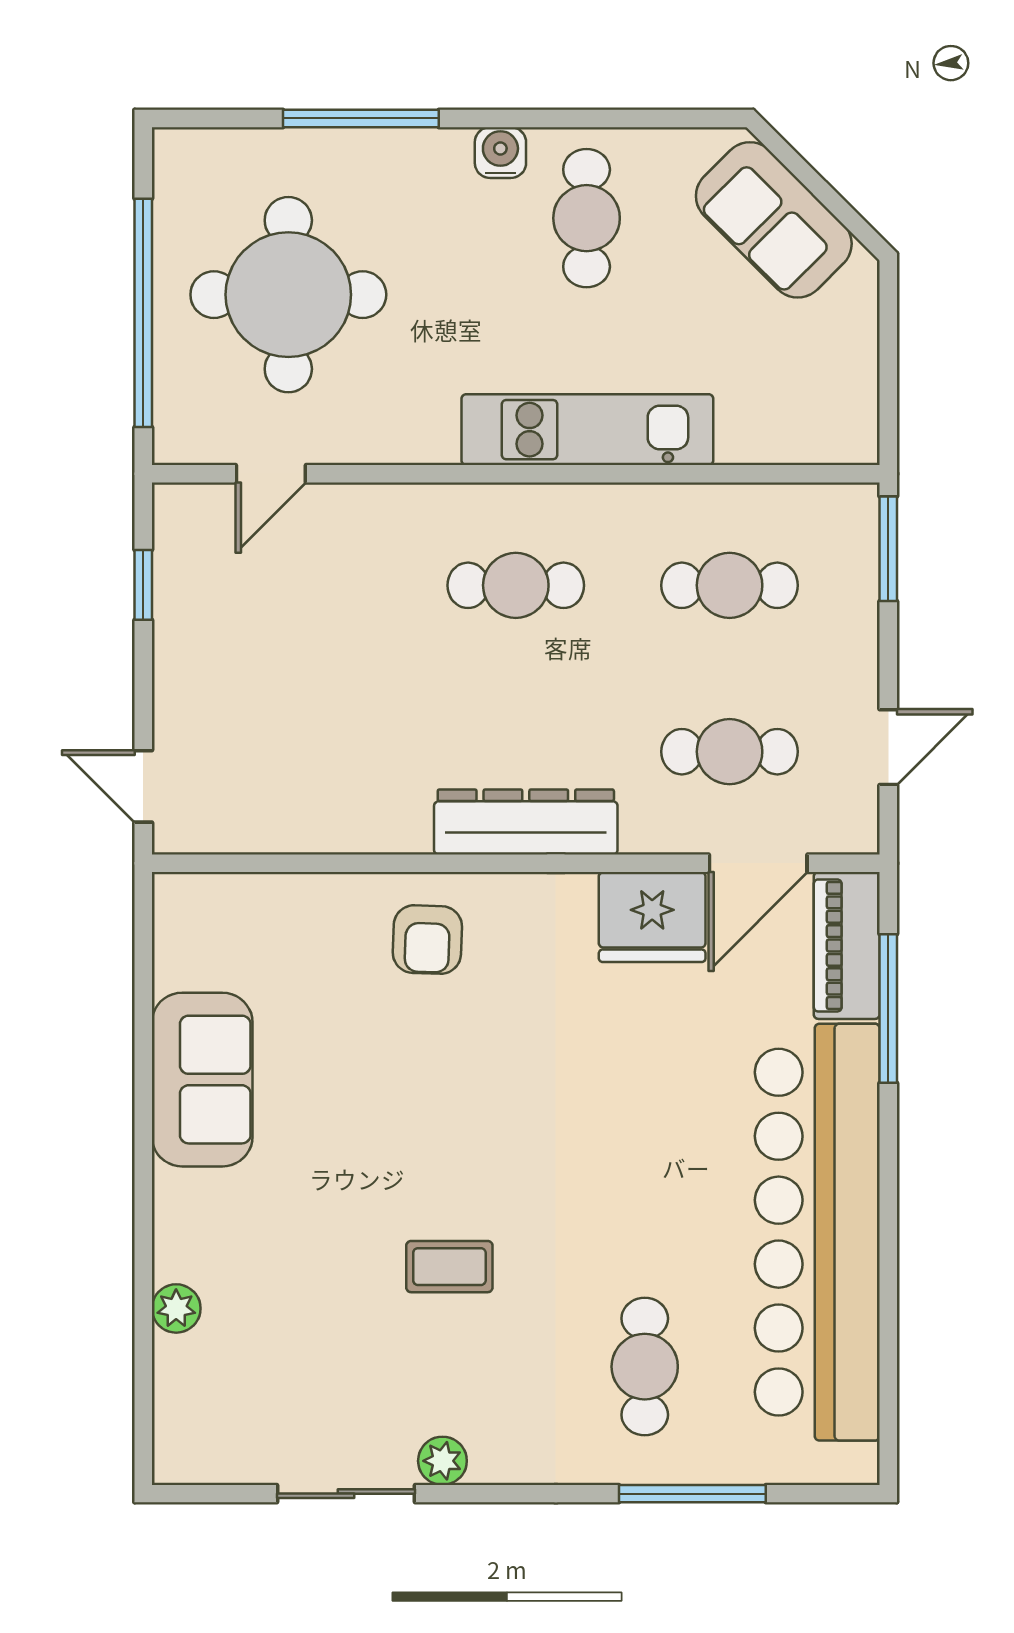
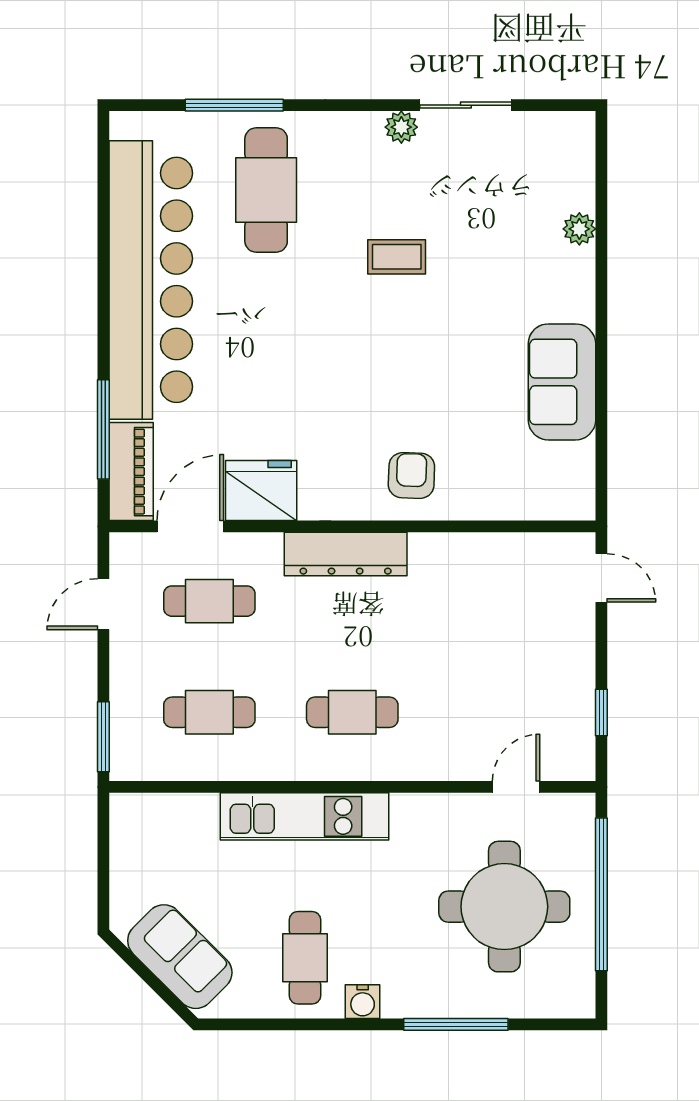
cafe table: (645, 1367) -> (266, 190), width x1.37, depth x1.35

